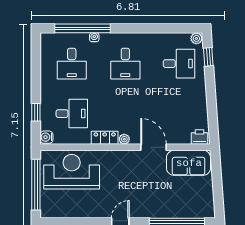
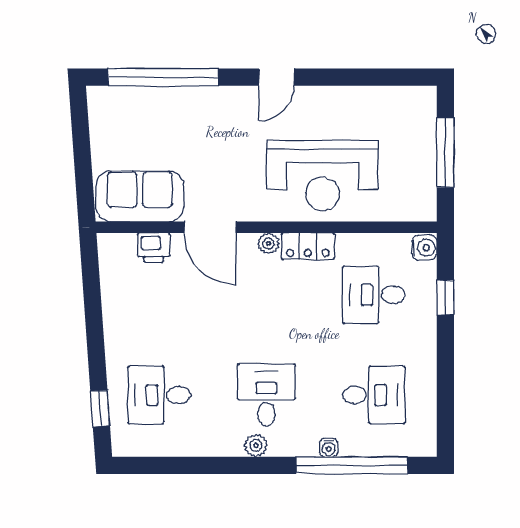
plant: (196, 38) -> (256, 445), moved
desk: (72, 64) -> (374, 395), turned 90
printer: (199, 137) -> (154, 248), moved
reception desk: (72, 172) -> (323, 176), moved
window: (36, 185) -> (445, 153), width x0.68

